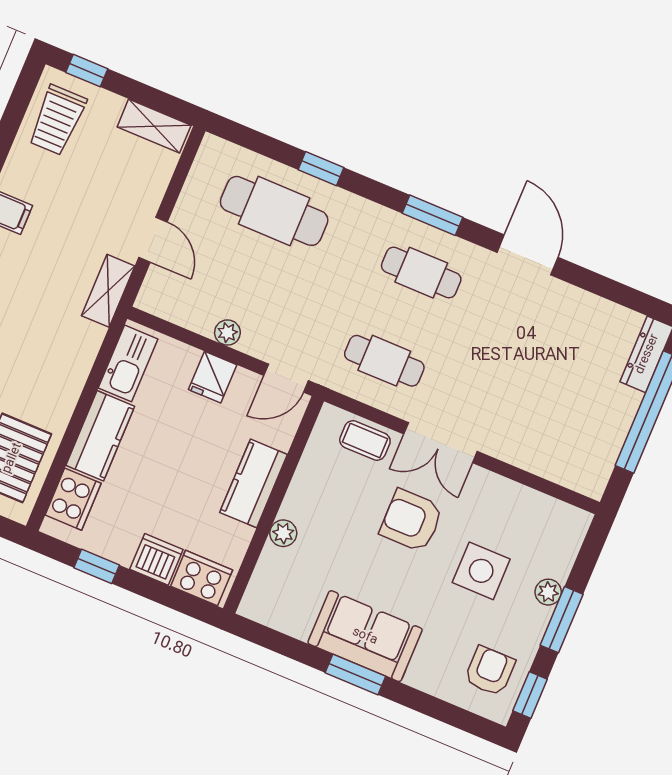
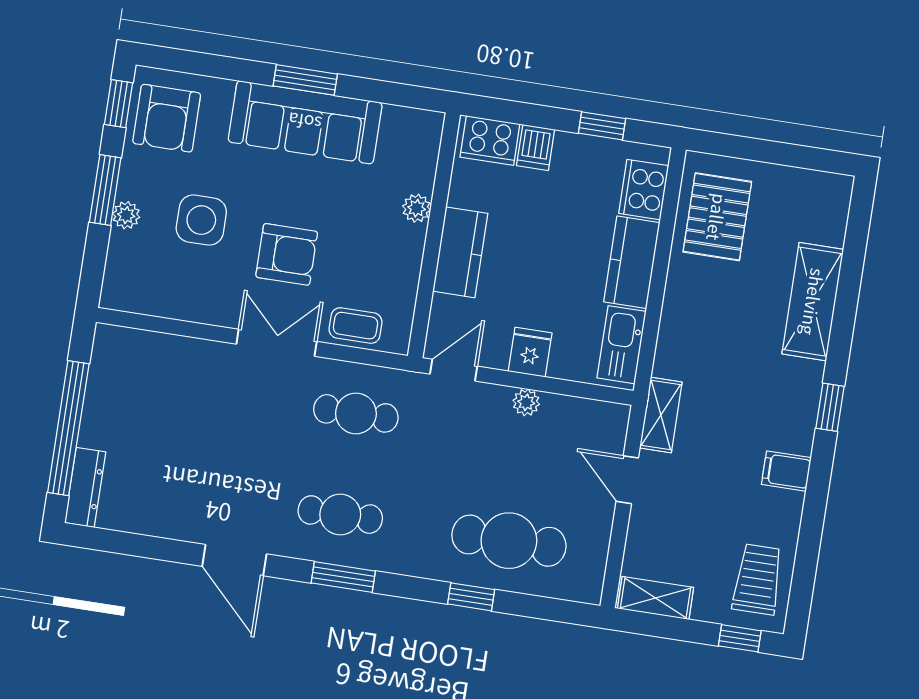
dishwasher: (156, 559) -> (536, 147), width x0.73
sofa: (365, 636) -> (305, 122), width x1.36
armchair: (490, 671) -> (167, 118), width x1.38, depth x1.38

